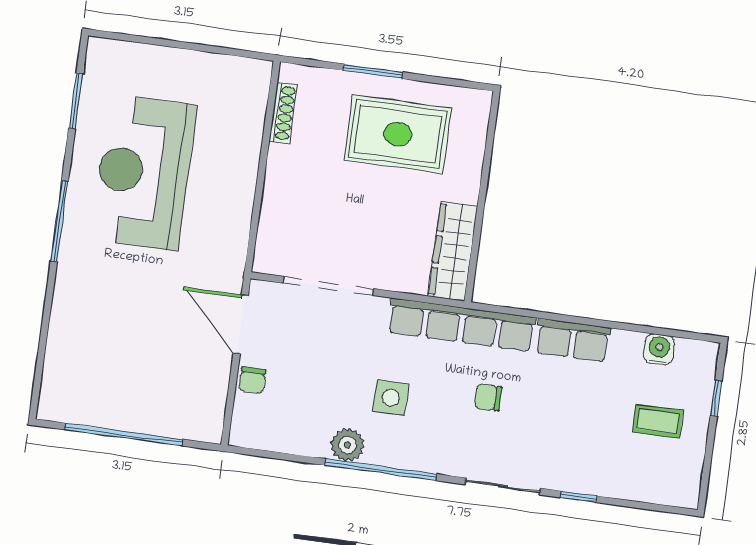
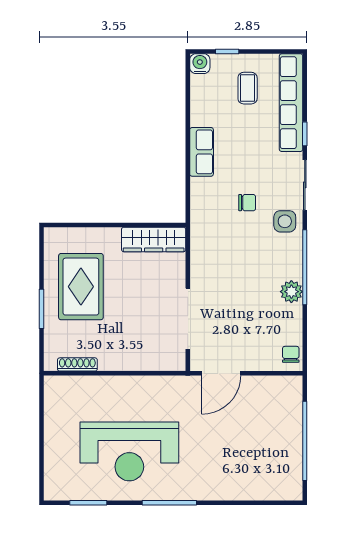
row of seats: (462, 325) -> (291, 103), moved, turned 180
water cooler: (659, 349) -> (200, 64), moved, turned 90
chair: (252, 380) -> (291, 354), moved, turned -90
chair: (488, 397) -> (247, 203), turned -90
side table: (391, 398) -> (285, 221), moved

